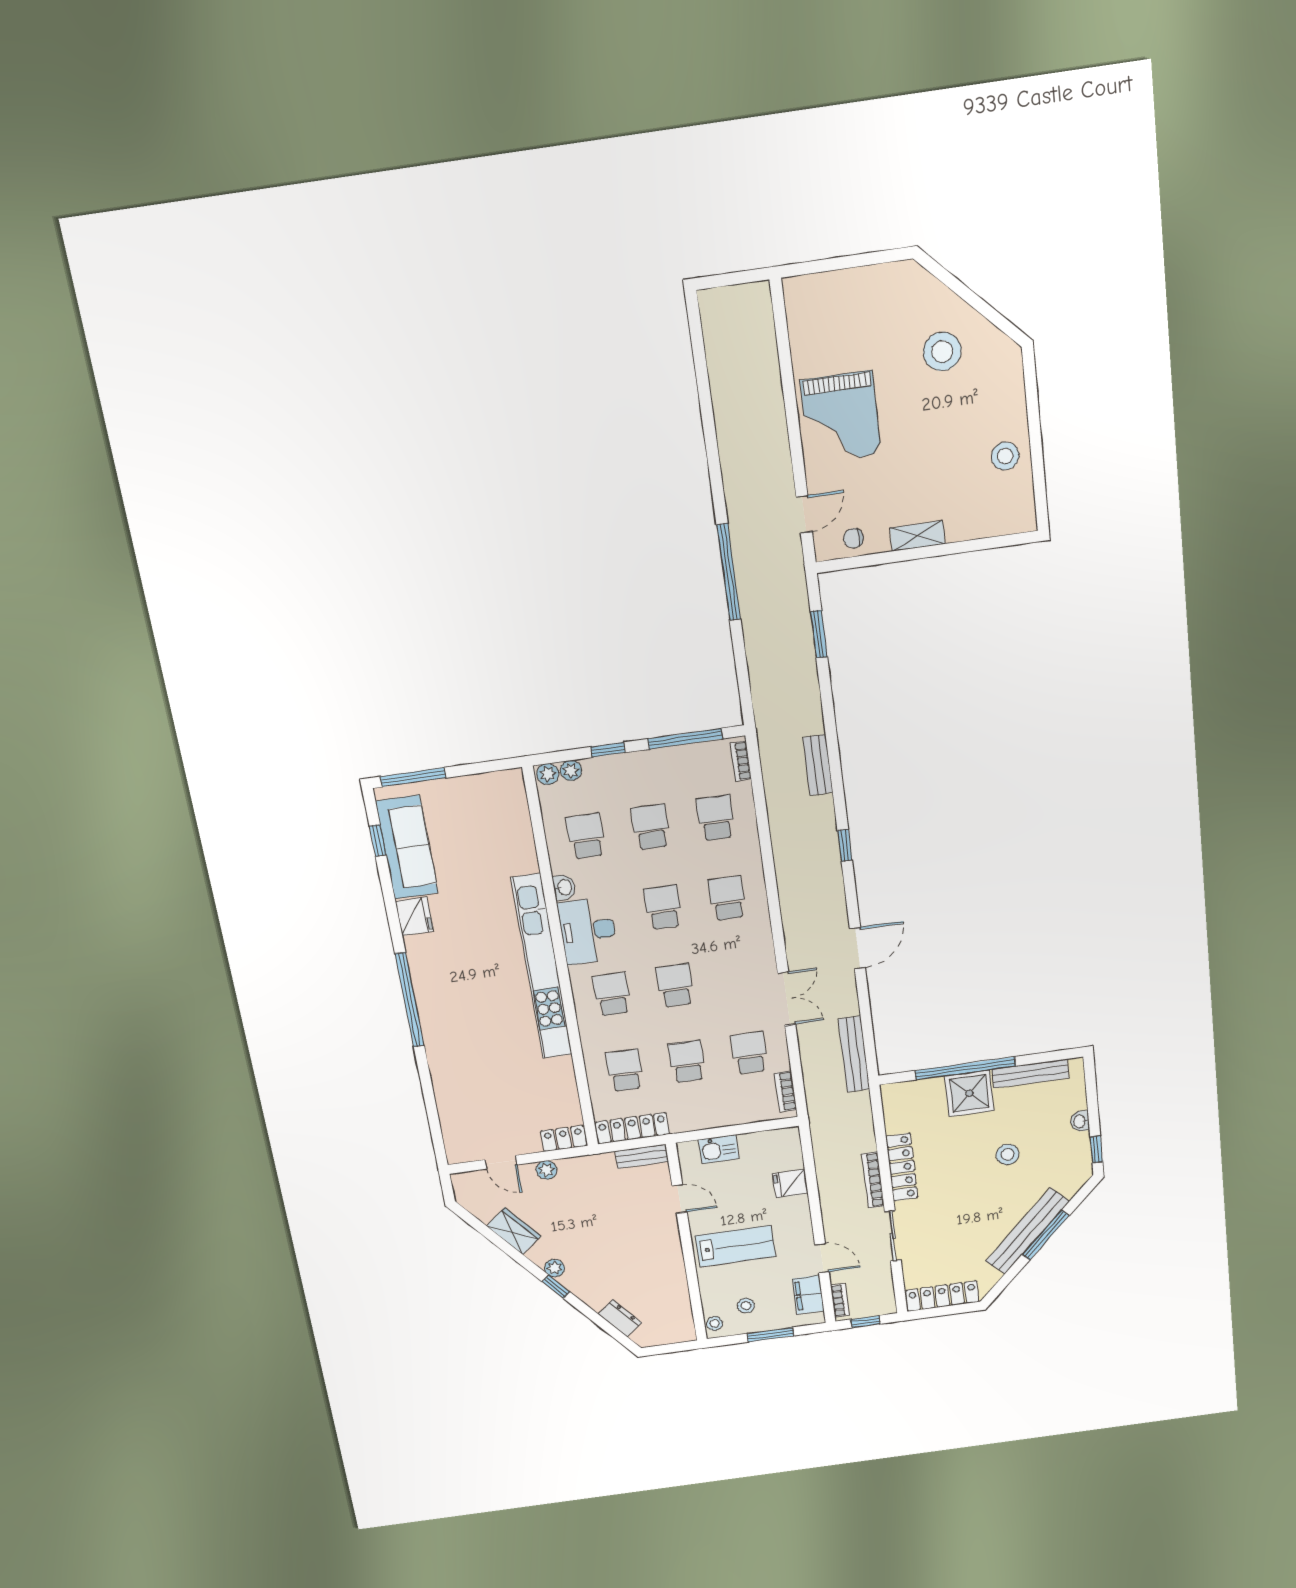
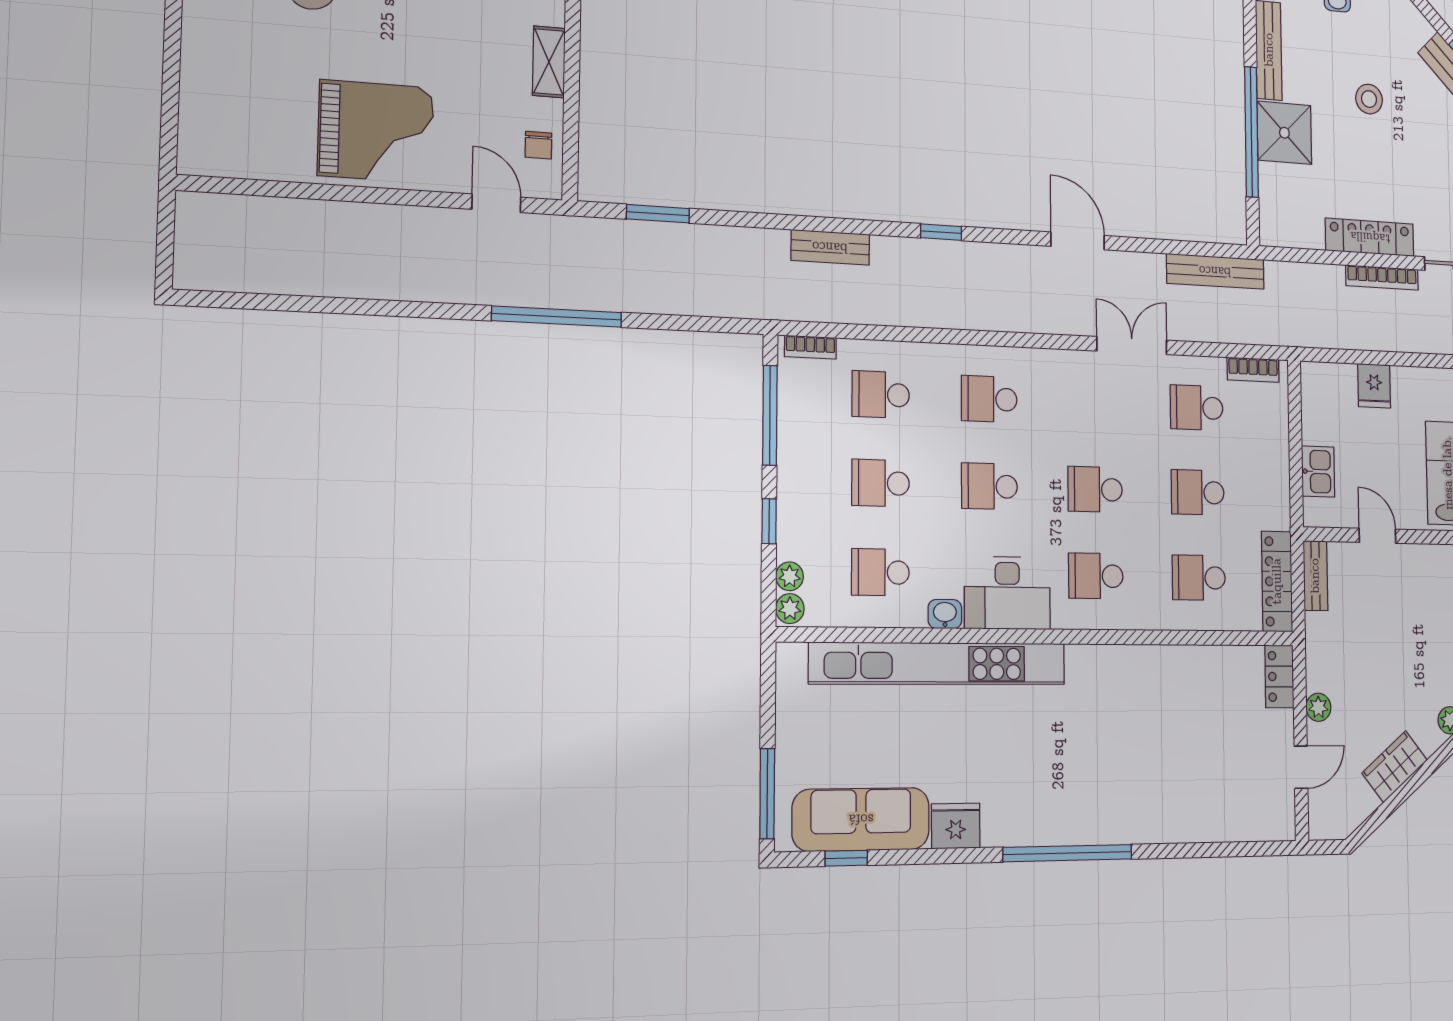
kitchen unit: (542, 967) -> (938, 664), moved
door: (680, 1199) -> (1377, 536), hinge flipped

